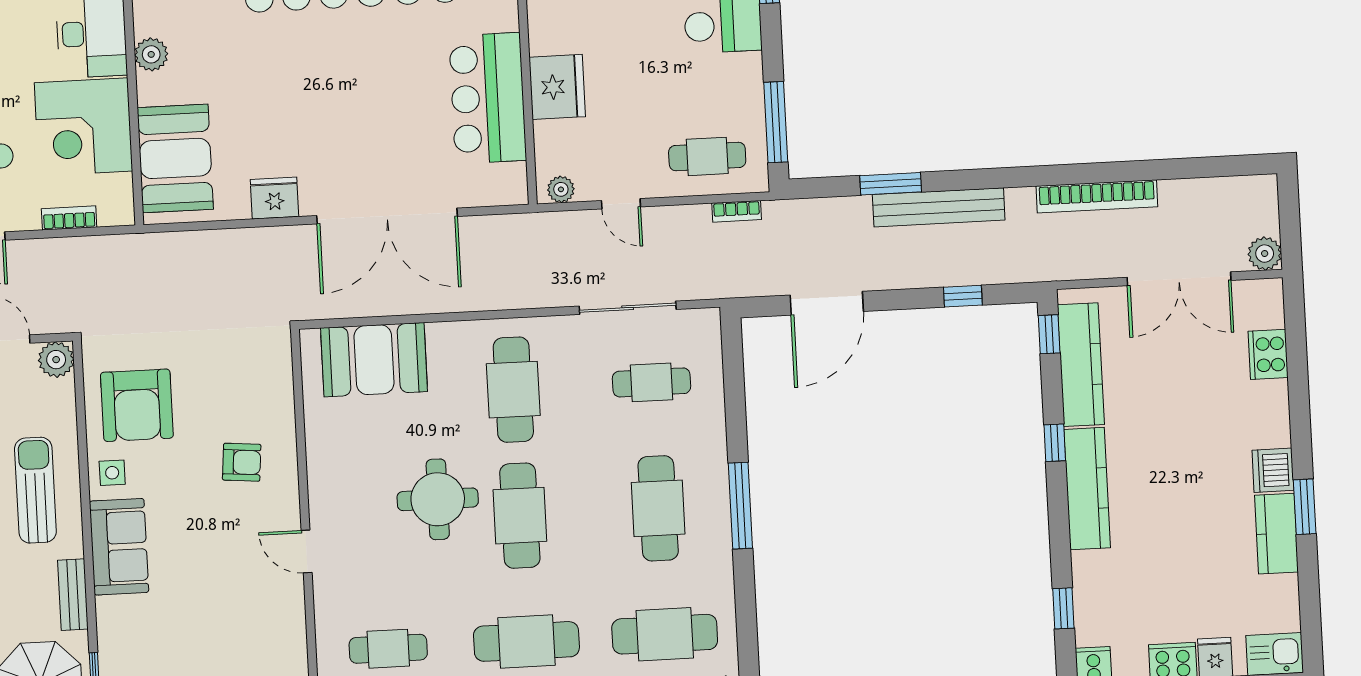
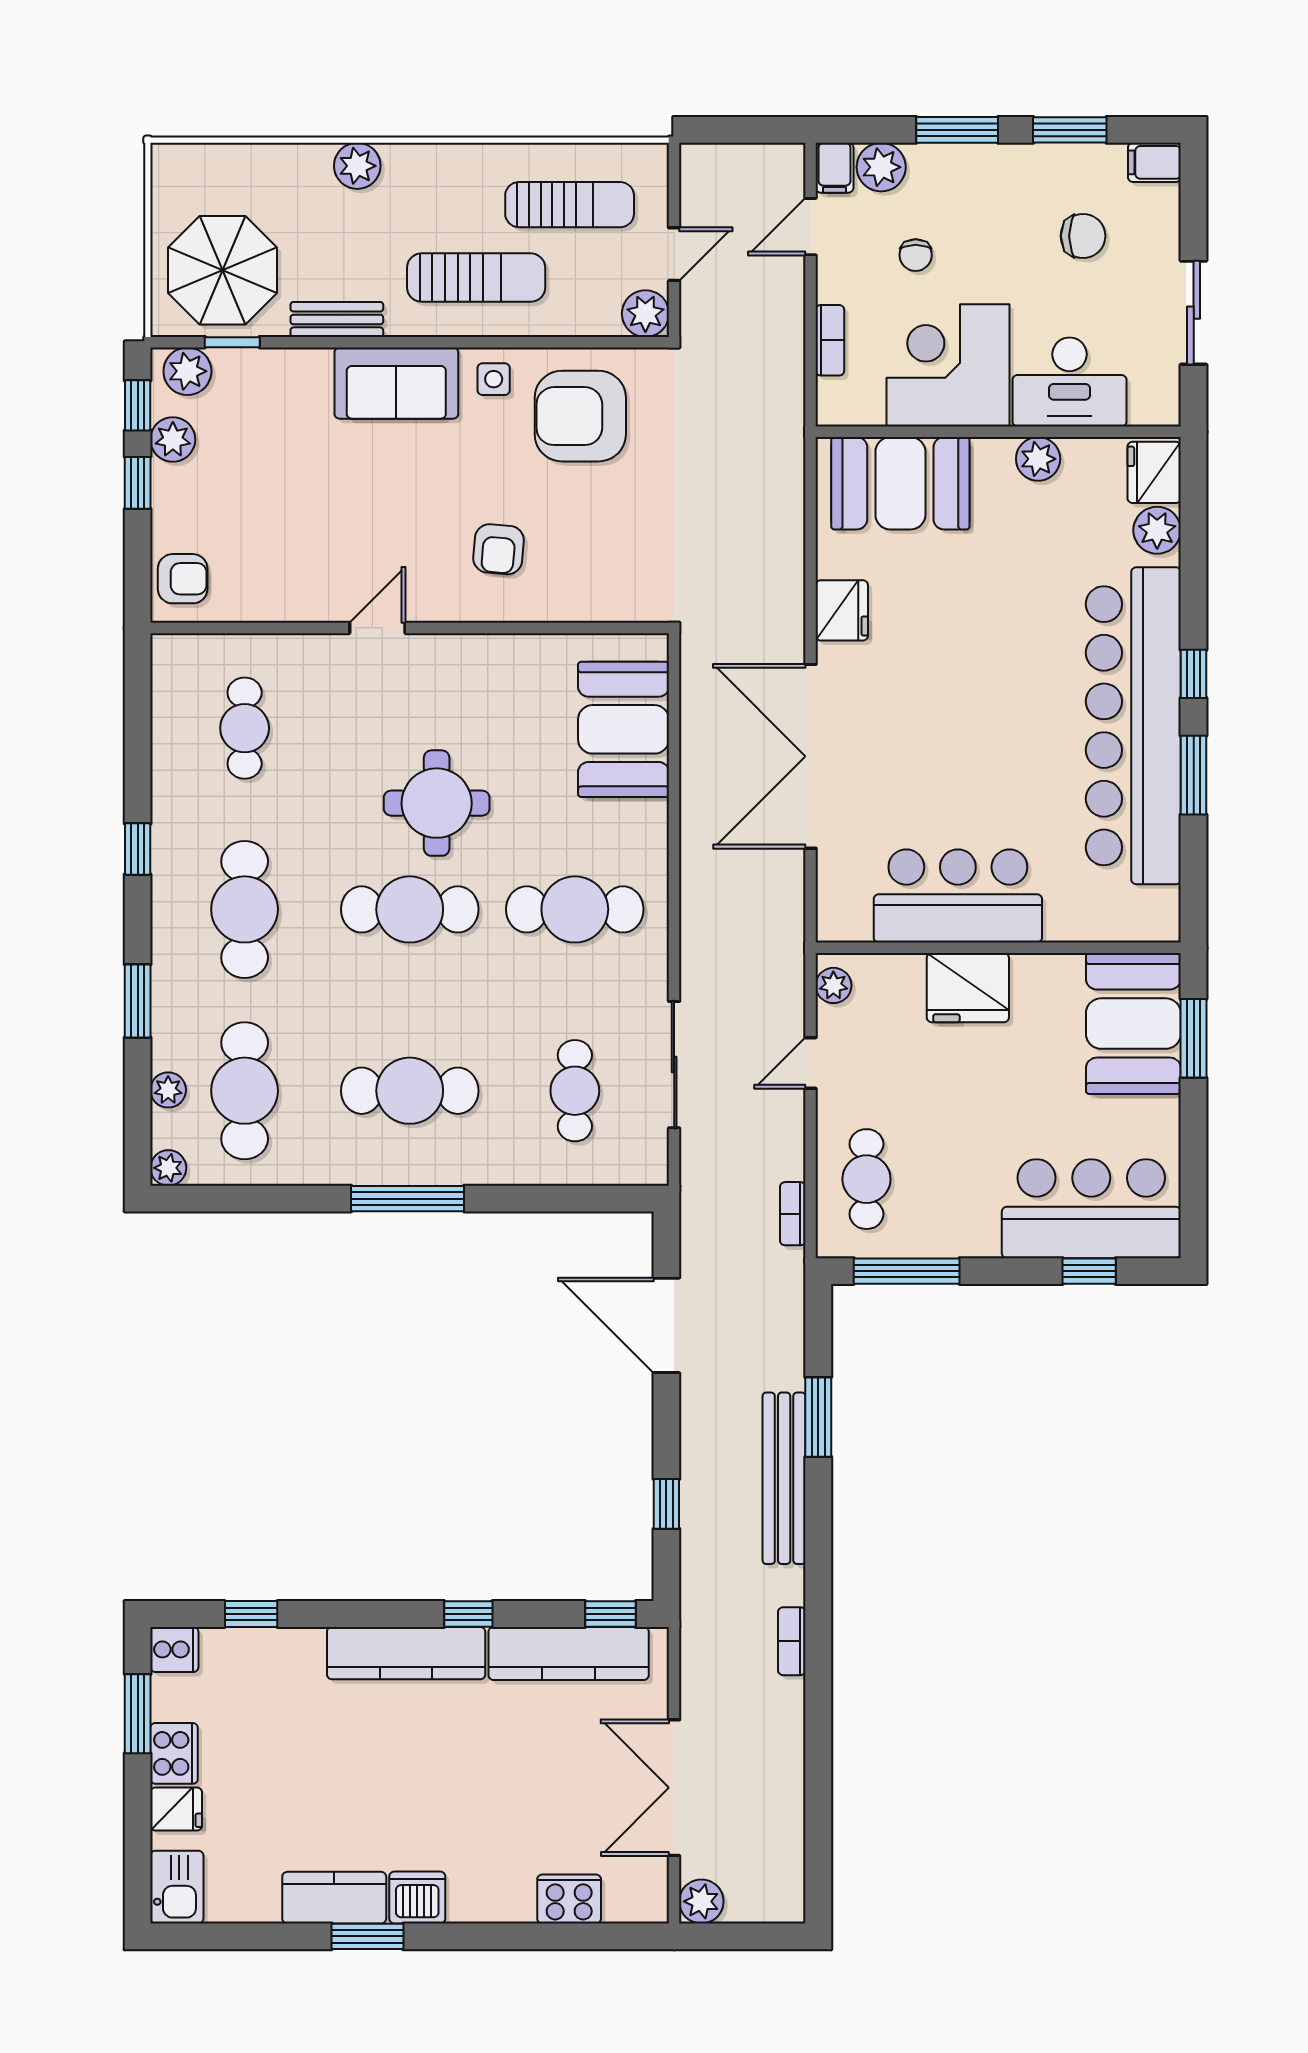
bookcase: (1097, 196) -> (792, 1641), width x0.43, depth x0.76

